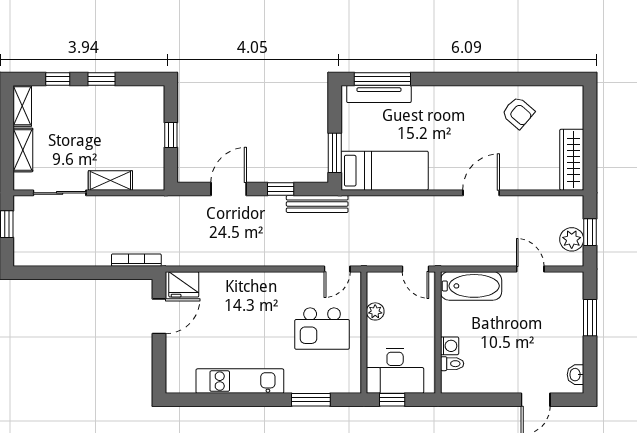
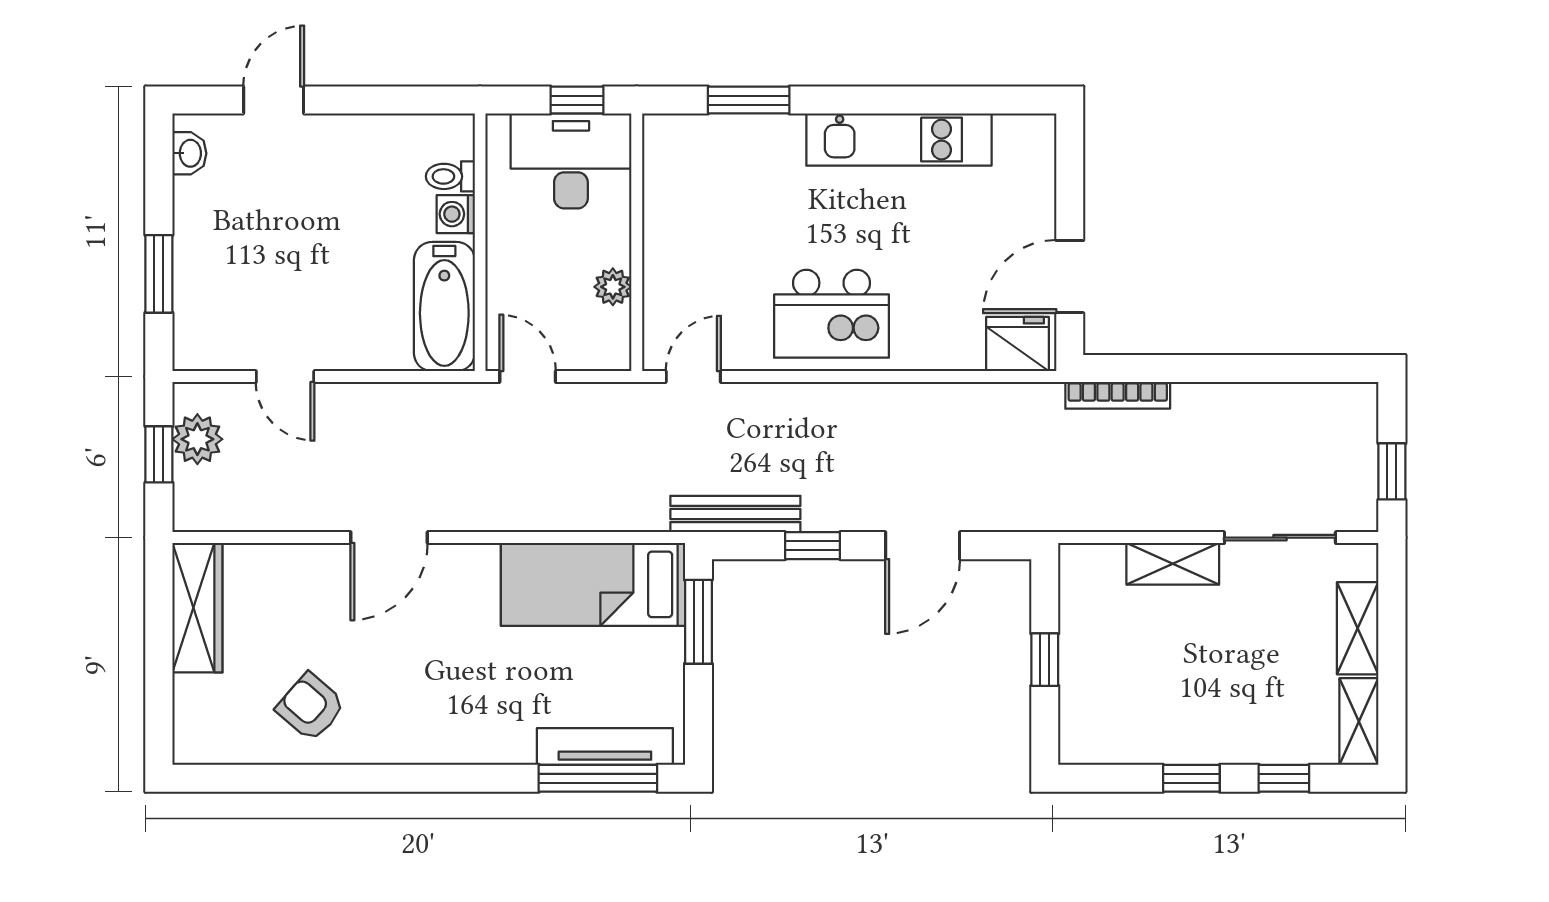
bathtub: (471, 286) -> (444, 307), moved, turned -90
kitchen island: (322, 329) -> (831, 314), moved, turned 180

